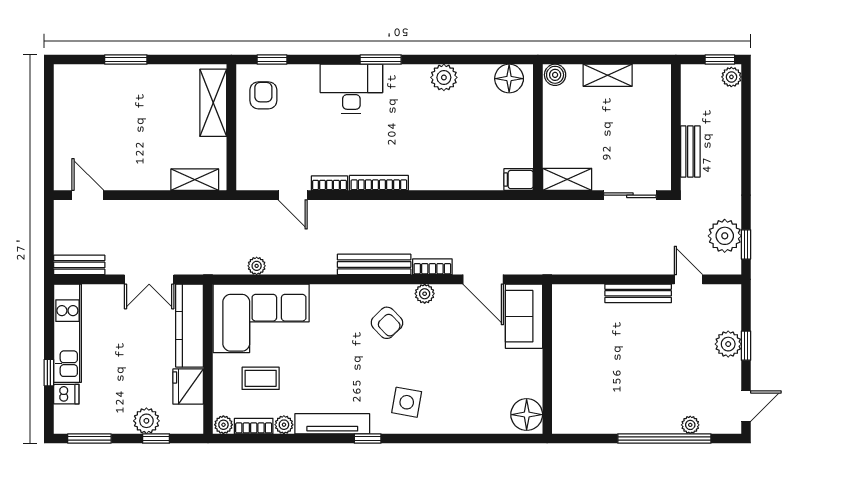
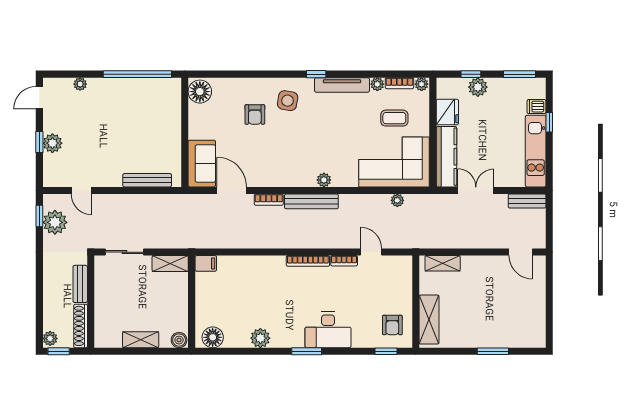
shoe rack: (690, 94) -> (81, 326), added
bench: (638, 293) -> (147, 180), moved
plant: (425, 294) -> (324, 180), moved
armchair: (387, 323) -> (255, 114), moved, turned -136
window: (664, 438) -> (137, 74), moved

